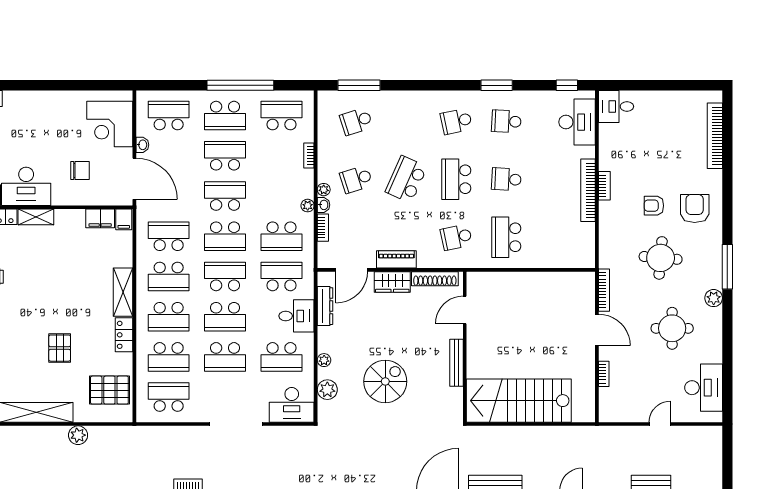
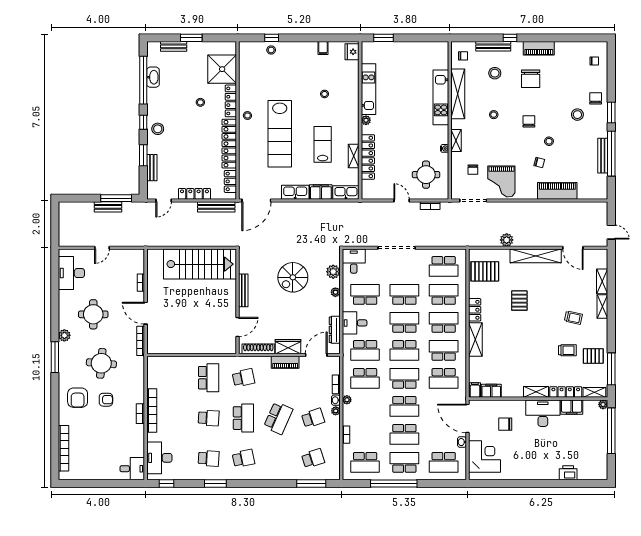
school desk: (281, 236) -> (365, 378), turned 180
desk: (292, 405) -> (354, 261), width x0.73

